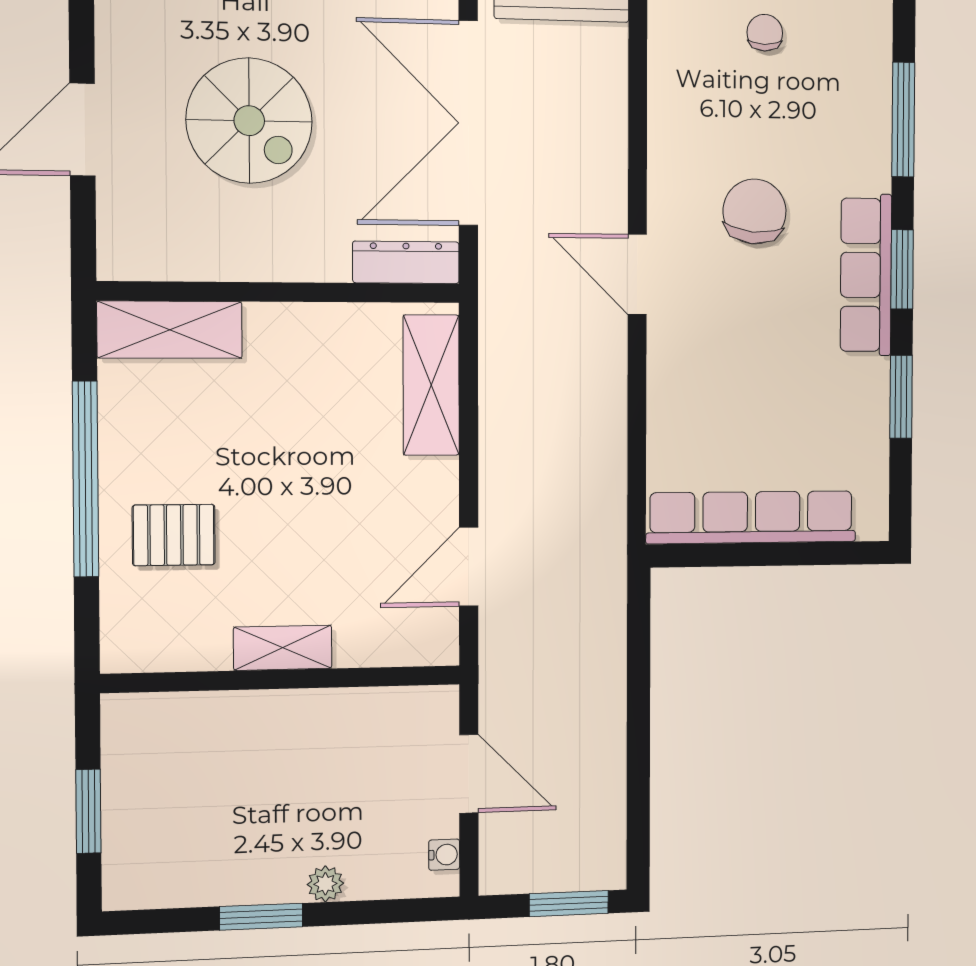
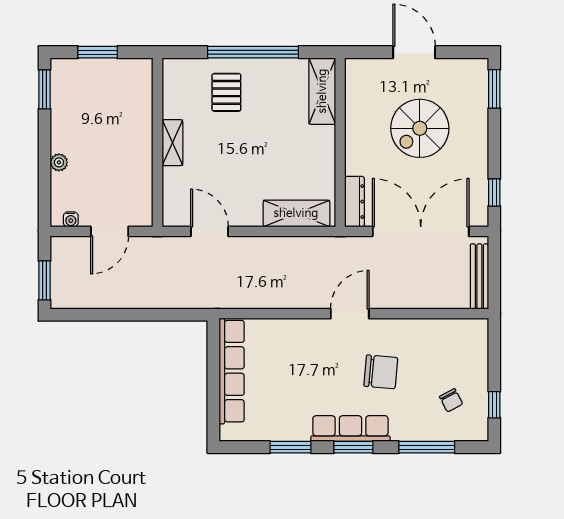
chair: (765, 33) -> (451, 400), moved, turned 62
window: (261, 917) -> (44, 89), moved

